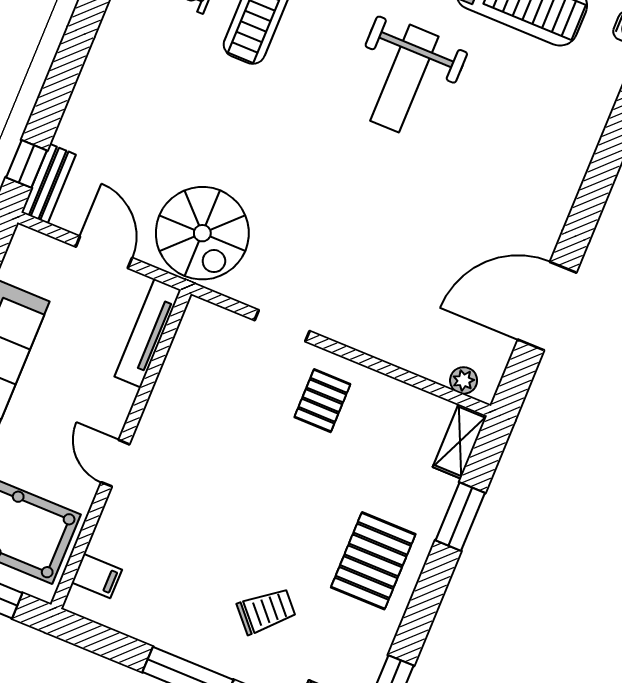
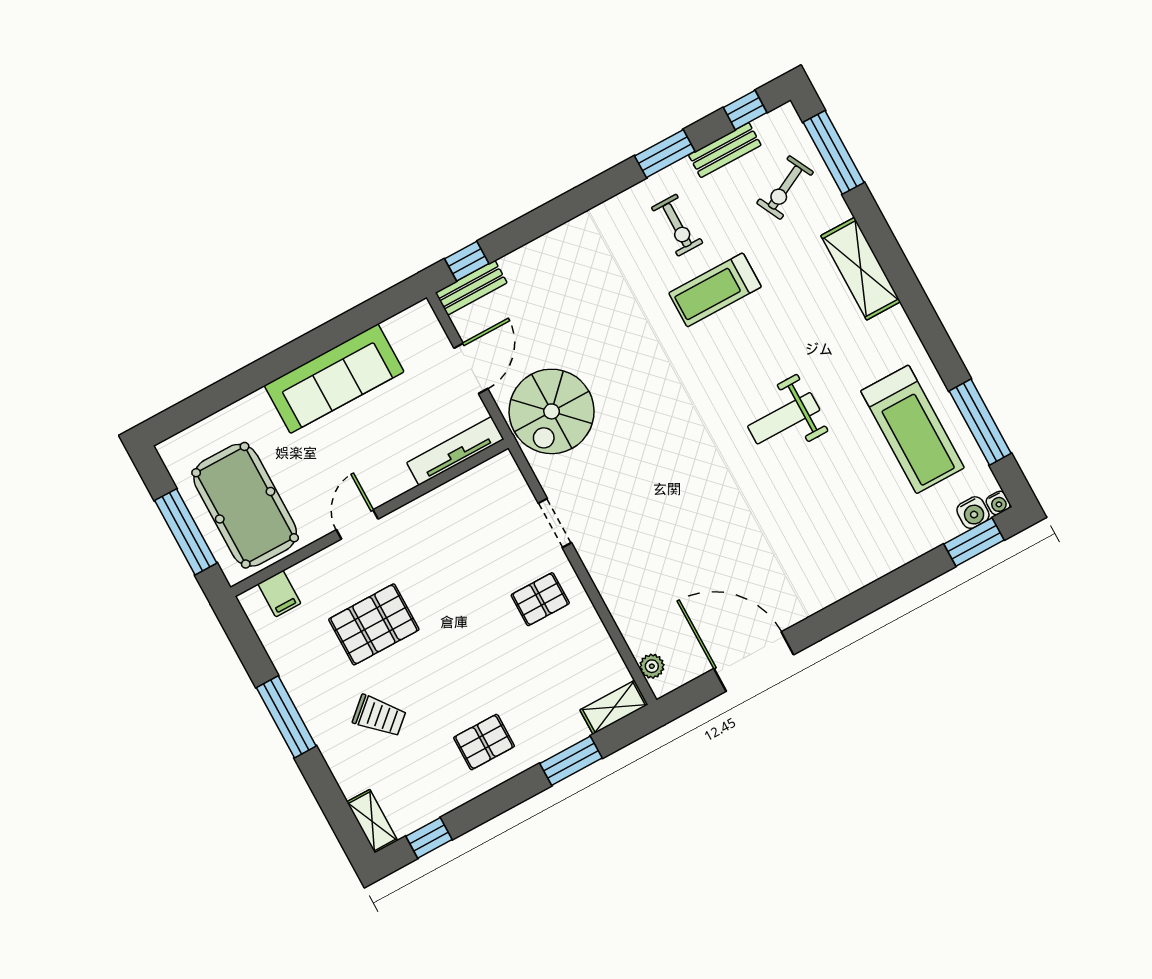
weight bench: (404, 79) -> (784, 418), width x0.73, depth x0.75
pallet: (198, 537) -> (374, 624), added
pallet: (373, 561) -> (484, 742), width x0.67, depth x0.71

